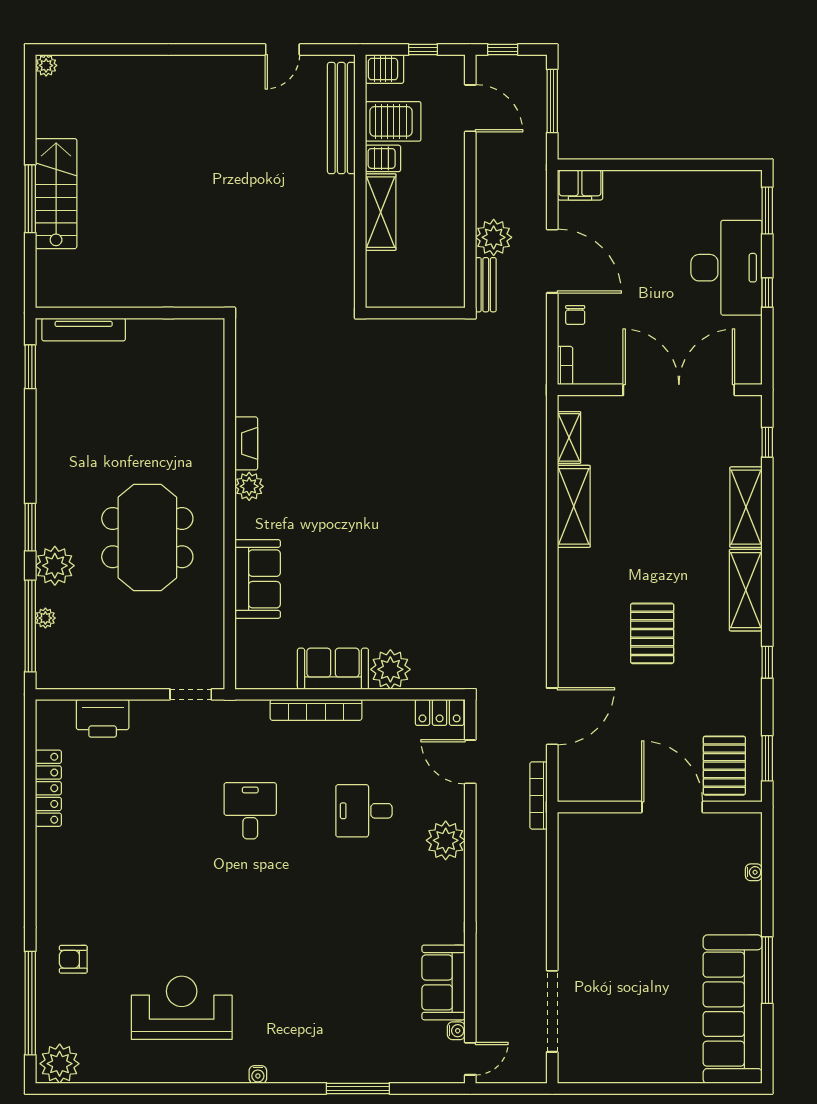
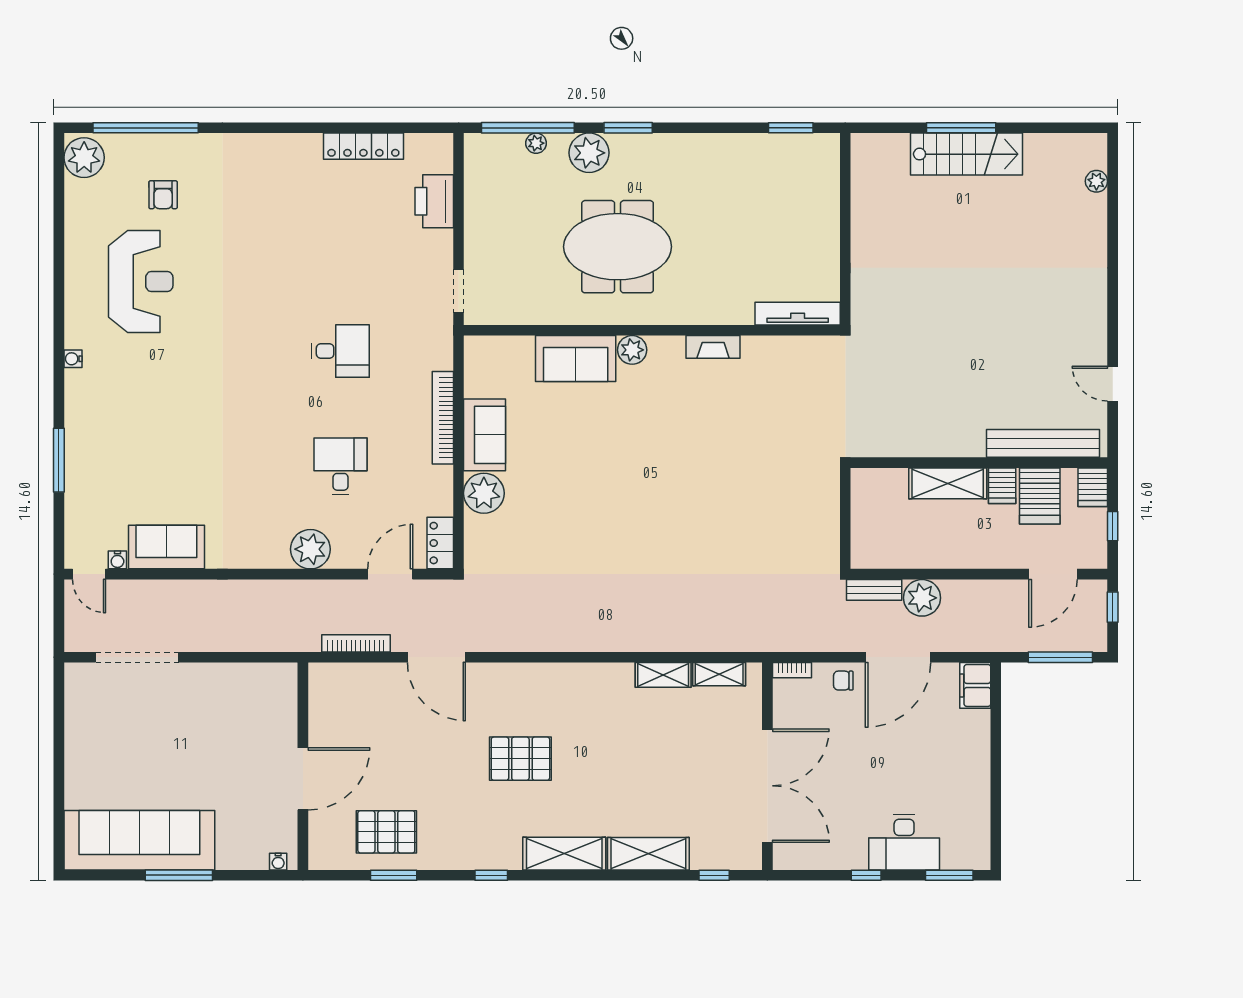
plant: (46, 65) -> (1096, 181), moved
desk: (727, 268) -> (904, 842), width x0.73, depth x0.77
tv unit: (84, 330) -> (798, 314), moved, turned 90
plant: (249, 486) -> (632, 350), moved
shelving: (574, 506) -> (663, 675), width x0.67, depth x0.75
wall: (660, 807) -> (303, 766), moved
door: (672, 807) -> (303, 779), moved
armchair: (73, 959) -> (163, 195), moved, turned 180

